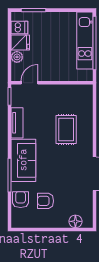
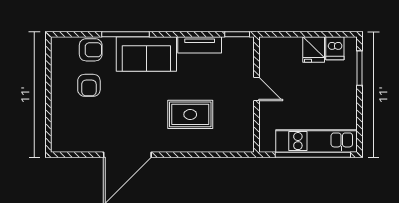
plant: (17, 57) -> (293, 45), removed
door: (29, 83) -> (256, 89), moved
armchair: (46, 201) -> (89, 85), turned 180
floor lamp: (75, 221) -> (60, 128), removed

